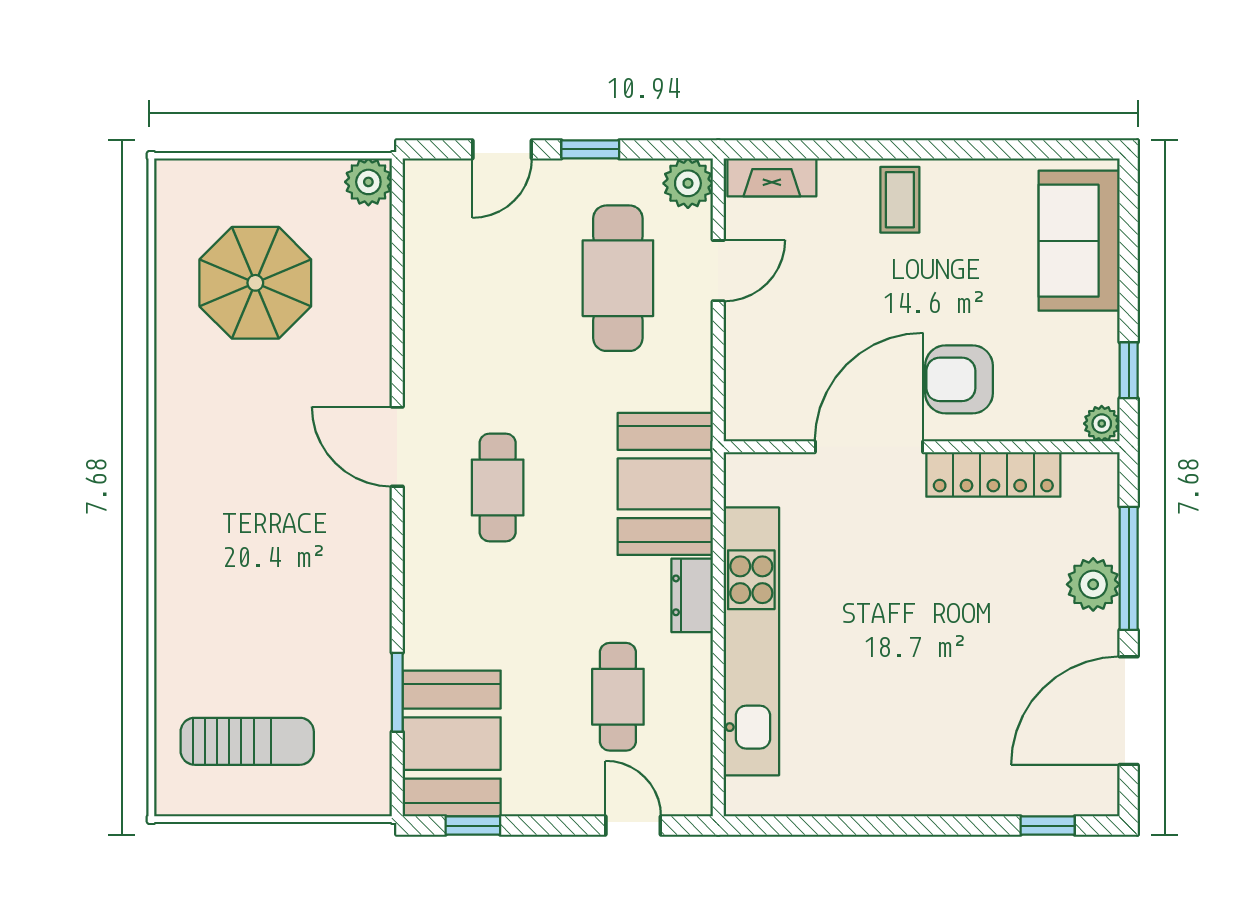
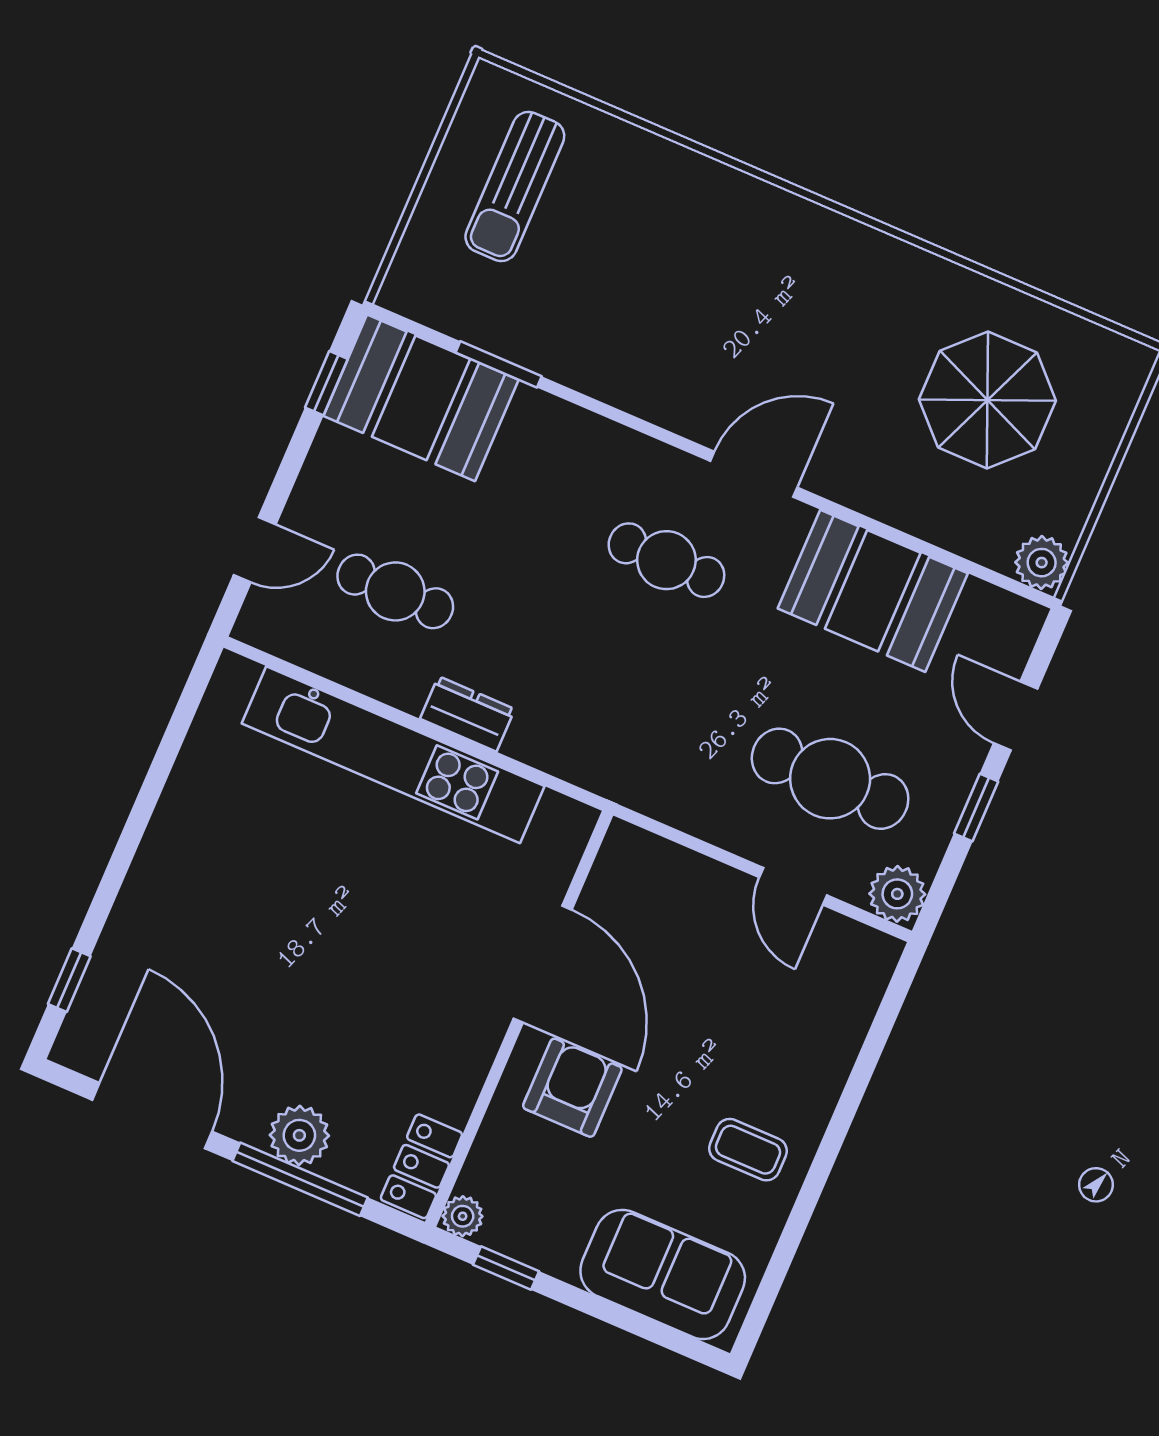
fireplace: (772, 177) -> (866, 984), removed
coffee table: (900, 200) -> (748, 1150), moved
locker: (993, 474) -> (421, 1166), moved, width x0.66
booth: (665, 484) -> (873, 591), moved

